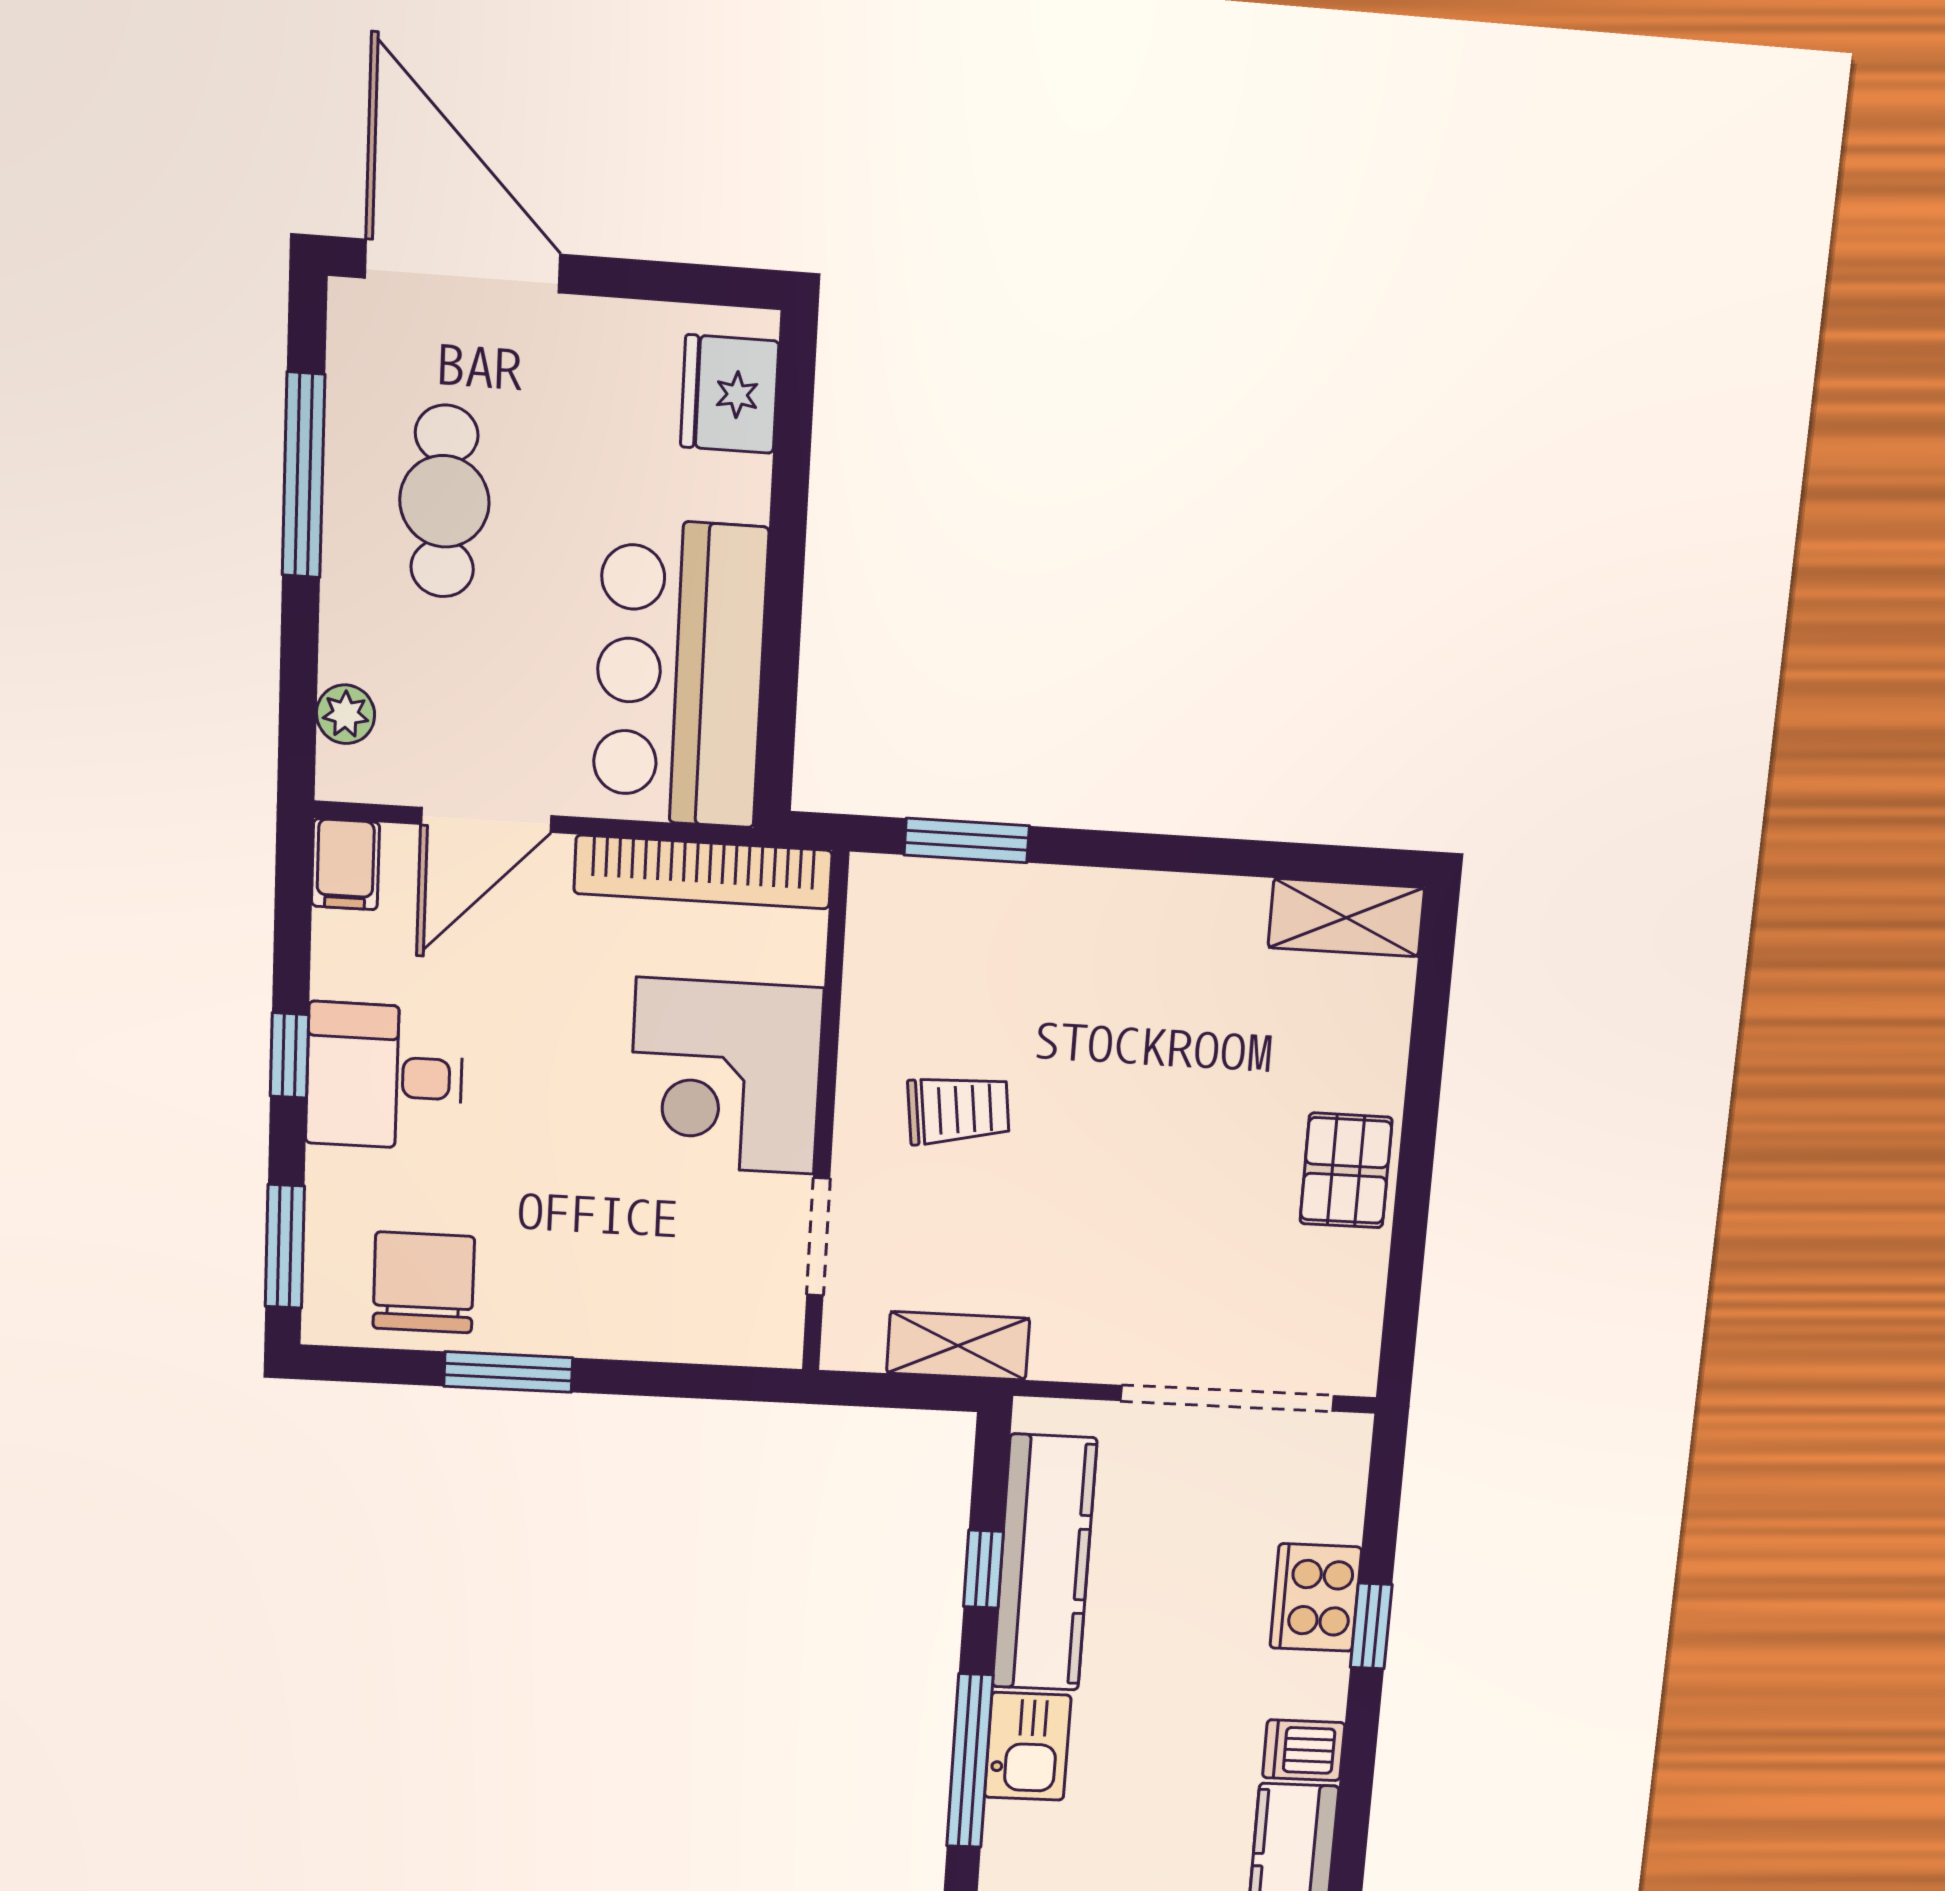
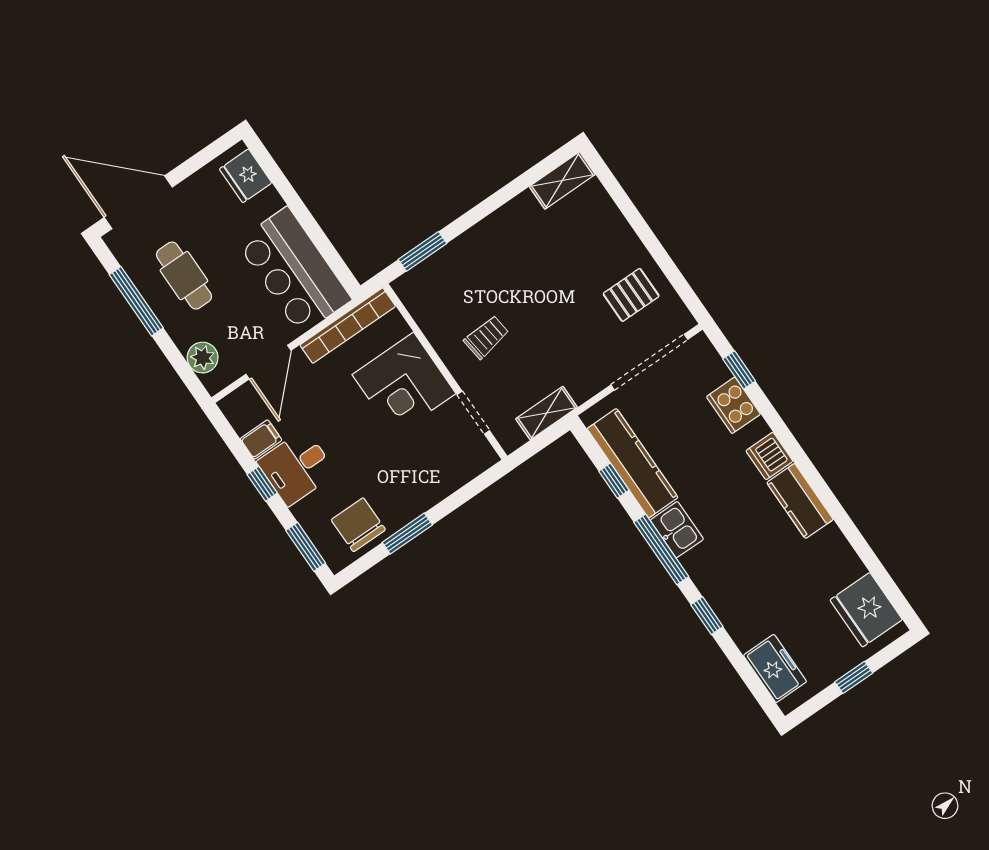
plant: (346, 714) -> (203, 358), width x1.38, depth x1.38
filing cabinet: (345, 864) -> (261, 439), moved, turned -90
pallet: (1346, 1170) -> (631, 295), moved, turned 90
window: (1371, 1626) -> (739, 370), moved
dishwasher: (1304, 1750) -> (769, 456), width x1.38

